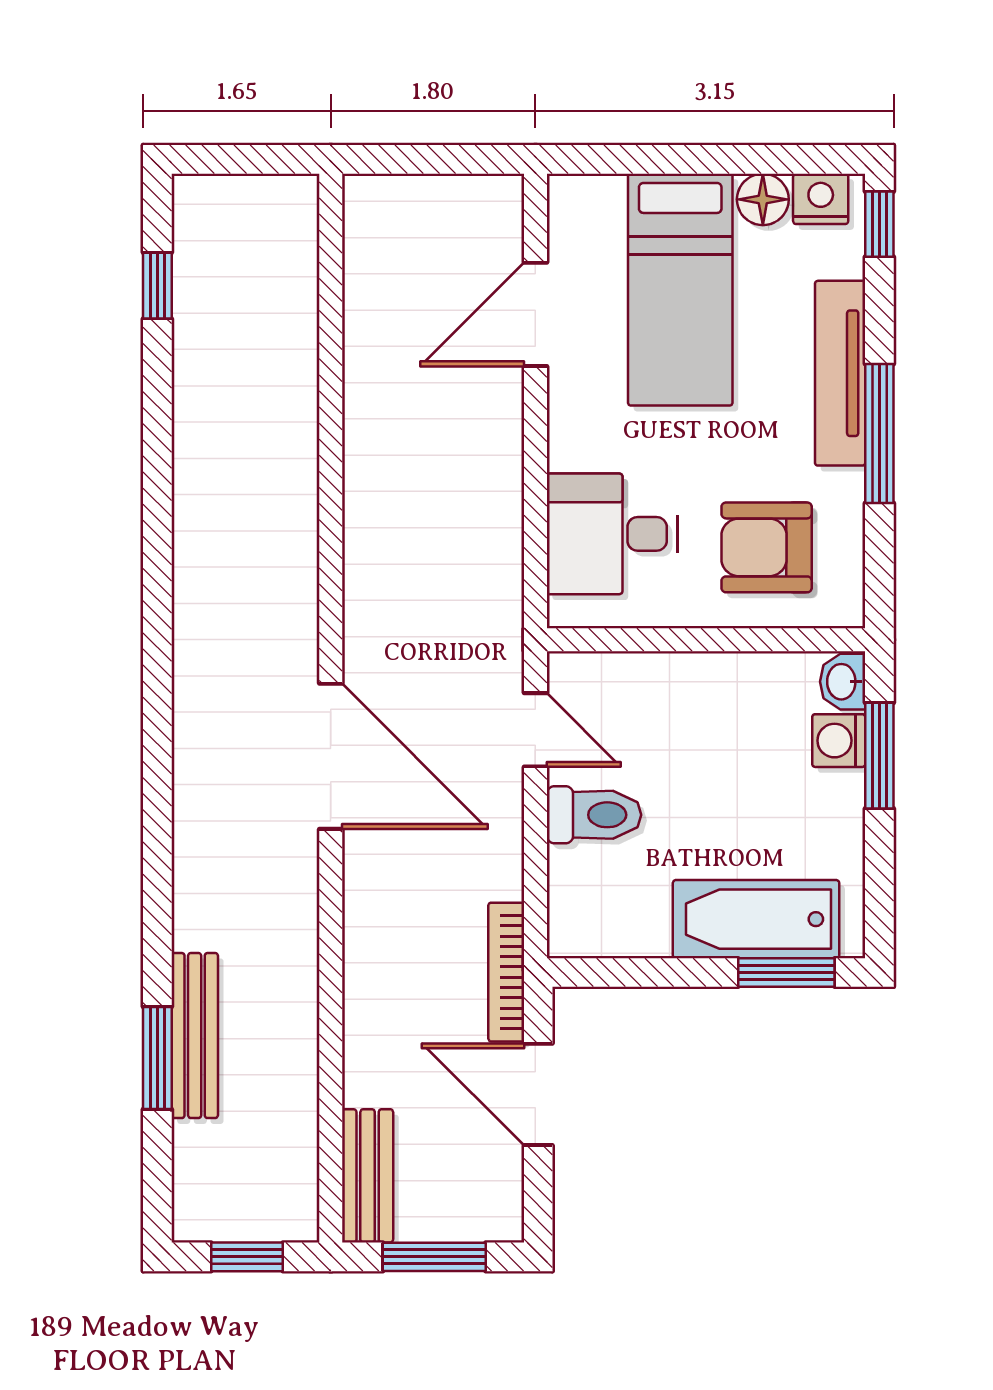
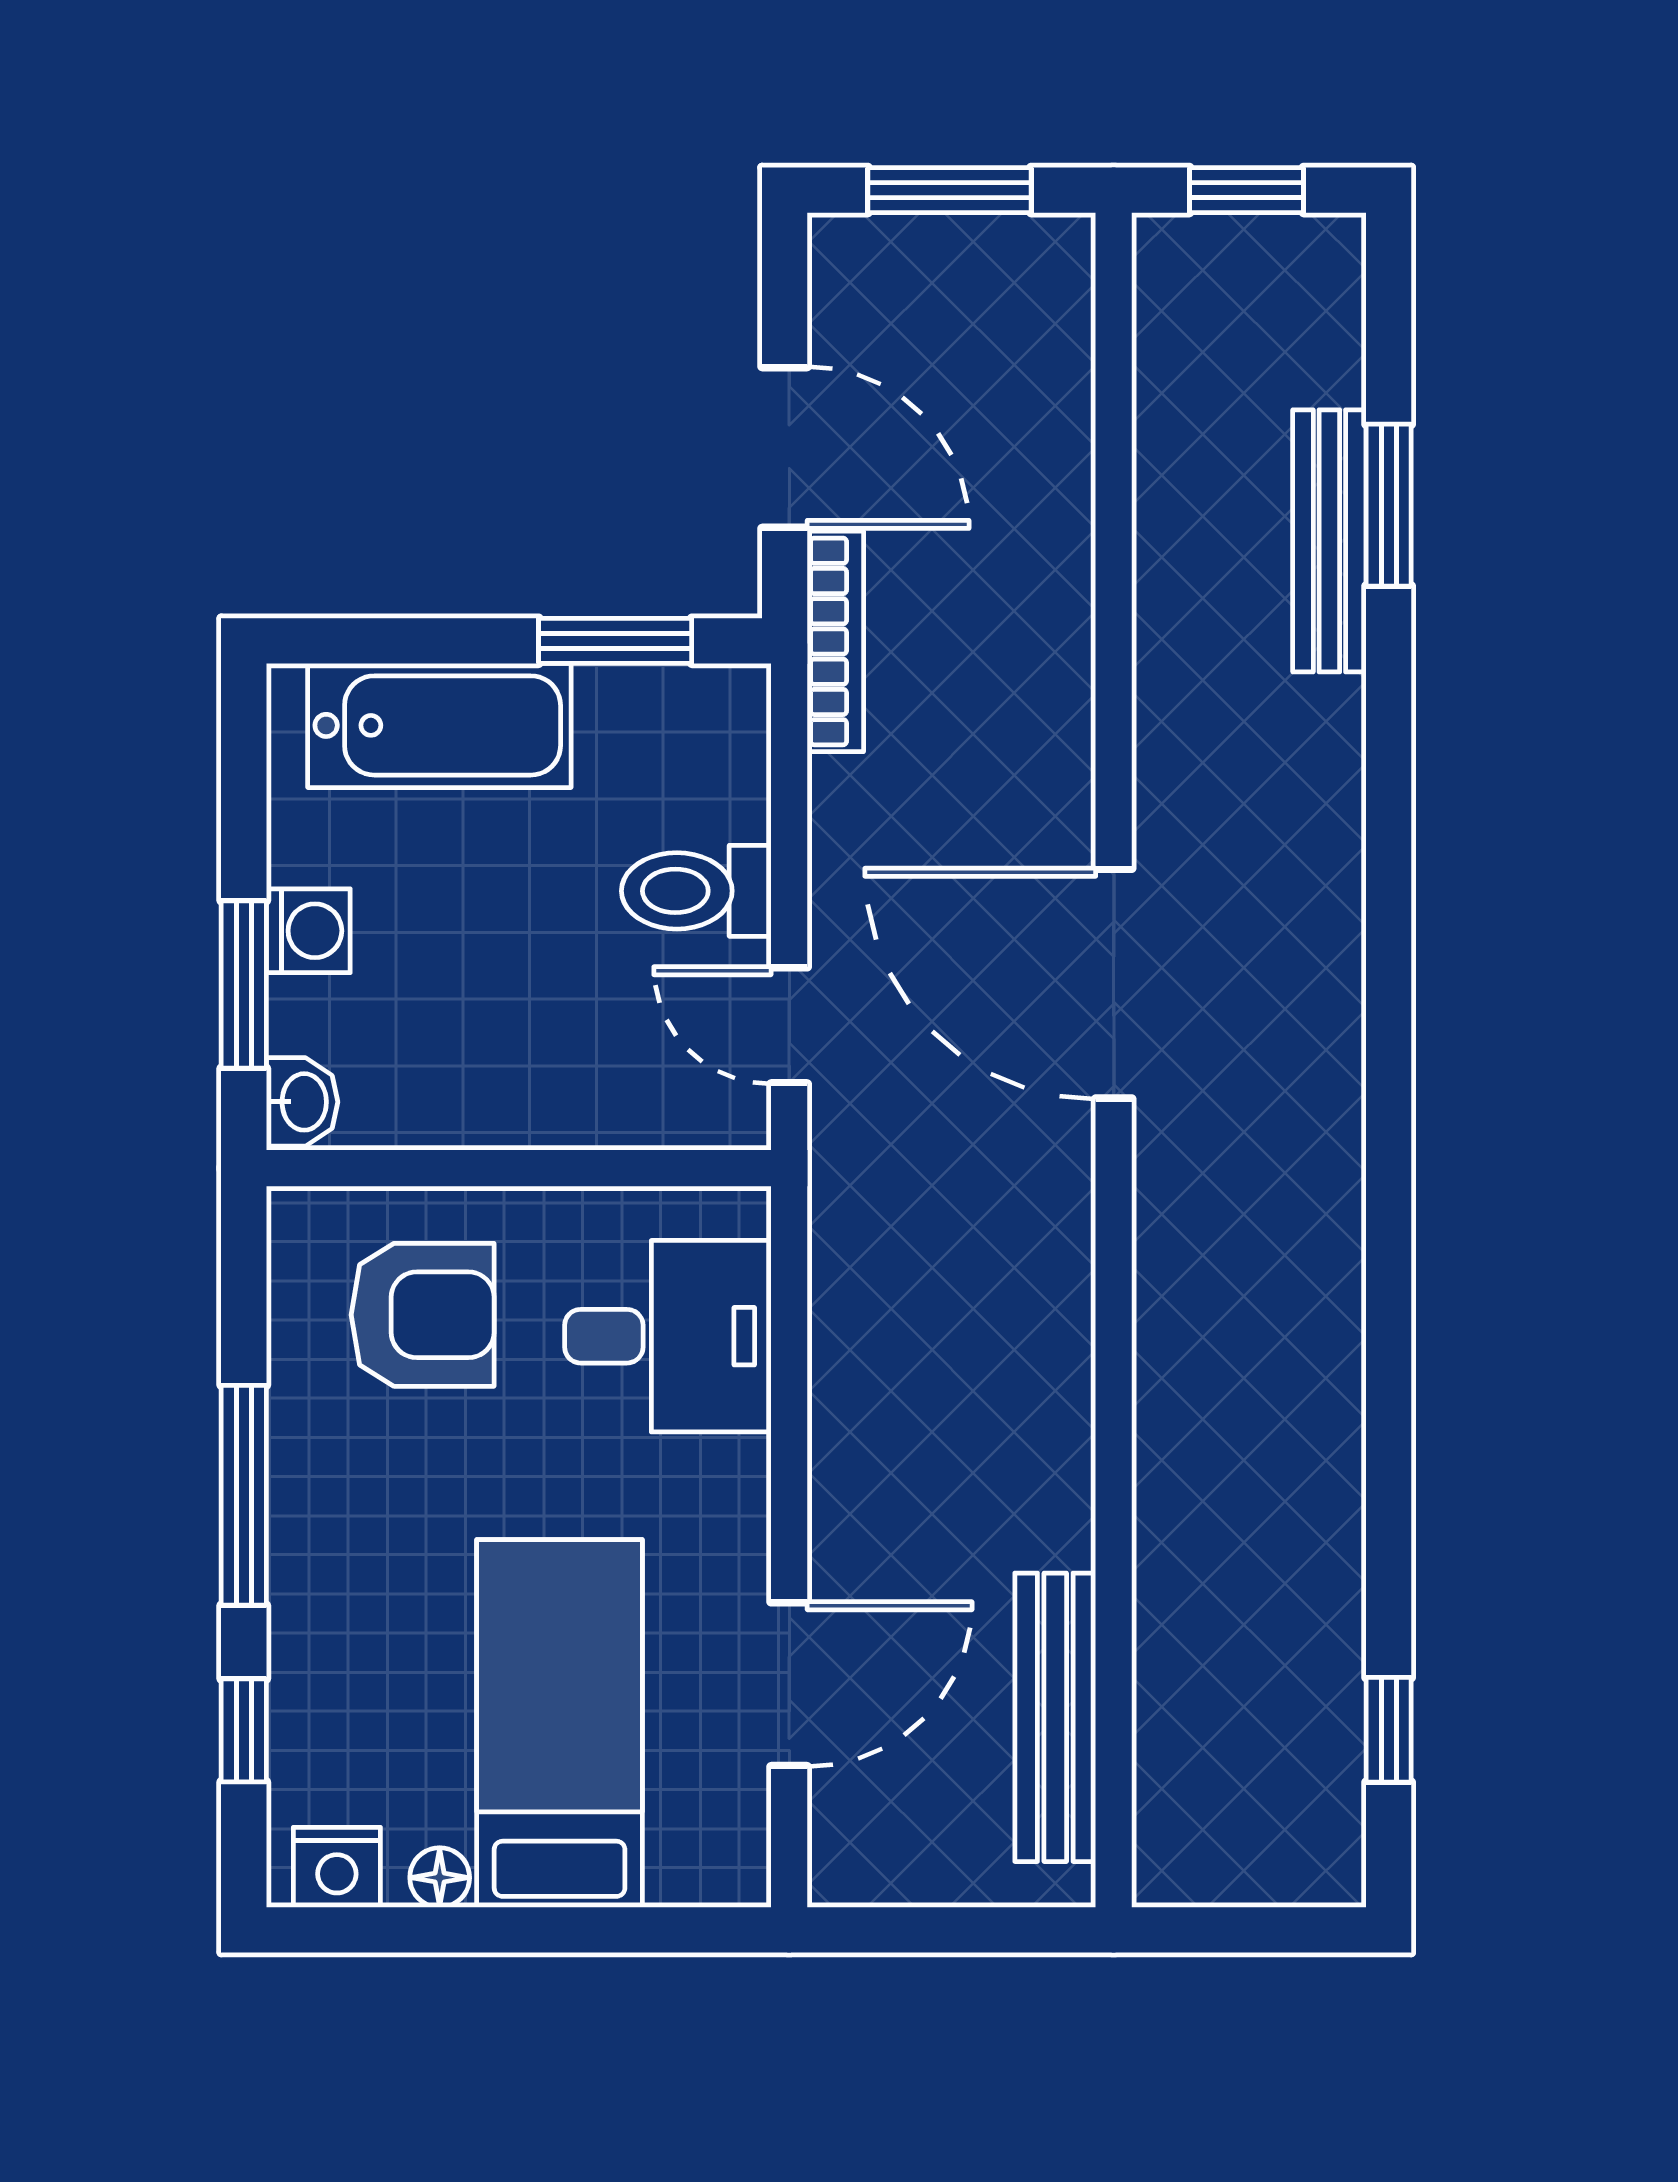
floor lamp: (763, 199) -> (440, 1878), width x0.73, depth x0.73
window: (879, 224) -> (244, 1730), moved
tv unit: (840, 373) -> (306, 1591), removed
washing machine: (839, 741) -> (308, 931), moved
window: (786, 972) -> (615, 641), moved
bench: (368, 1176) -> (1055, 1717), moved, width x1.36

